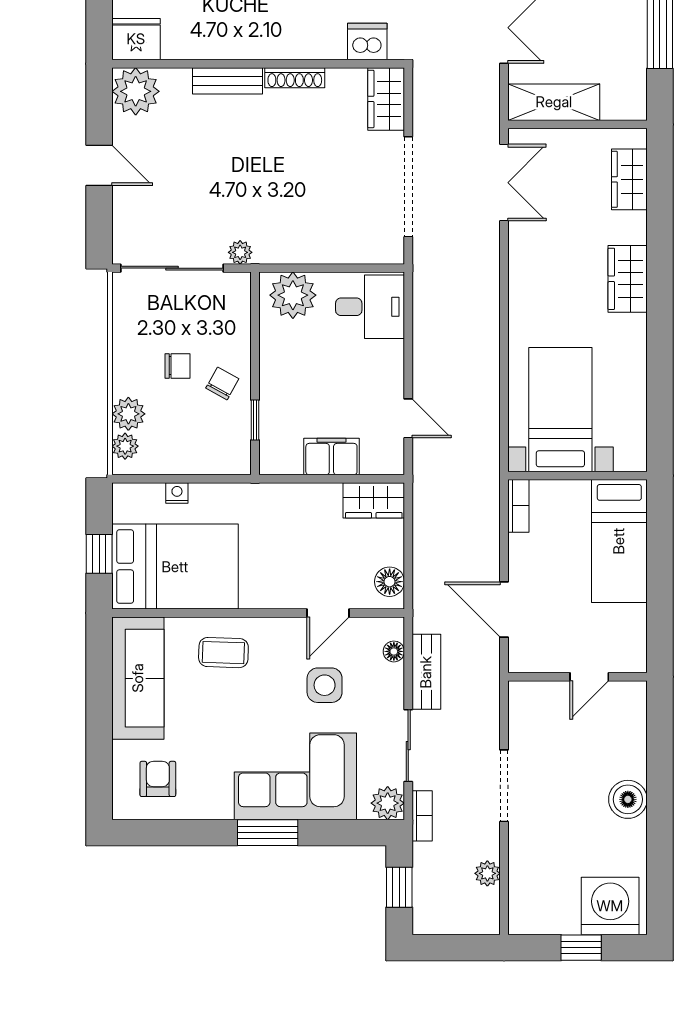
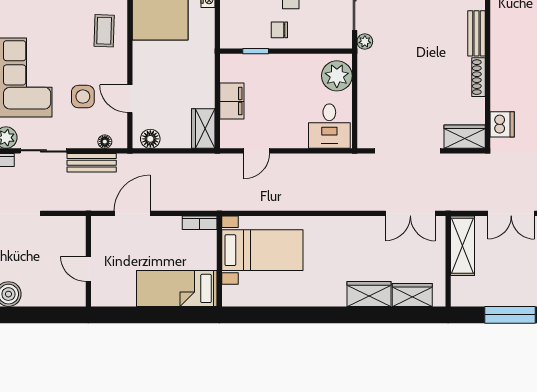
wardrobe: (628, 279) -> (369, 294), moved
chair: (222, 383) -> (279, 30), turned 151

